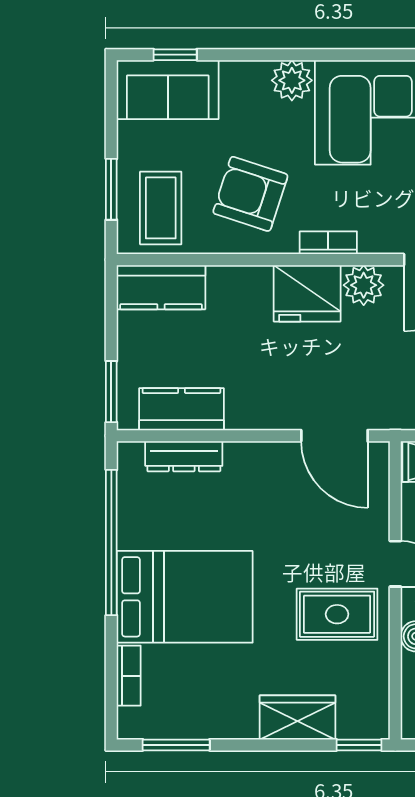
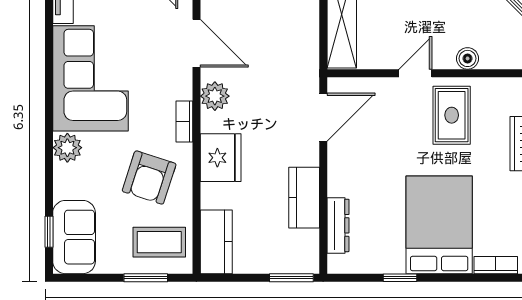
fridge: (307, 293) -> (221, 158), moved
kitchen counter: (181, 409) -> (304, 198), moved
window: (111, 542) -> (400, 278), width x0.32

